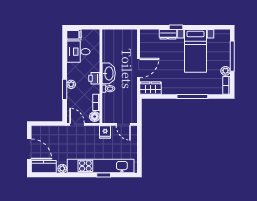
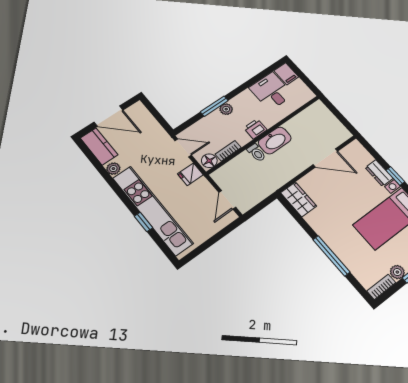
door: (138, 68) -> (325, 158), moved
door: (77, 124) -> (183, 148), hinge flipped
fridge: (105, 132) -> (190, 174), moved
door: (29, 149) -> (108, 116), hinge flipped

